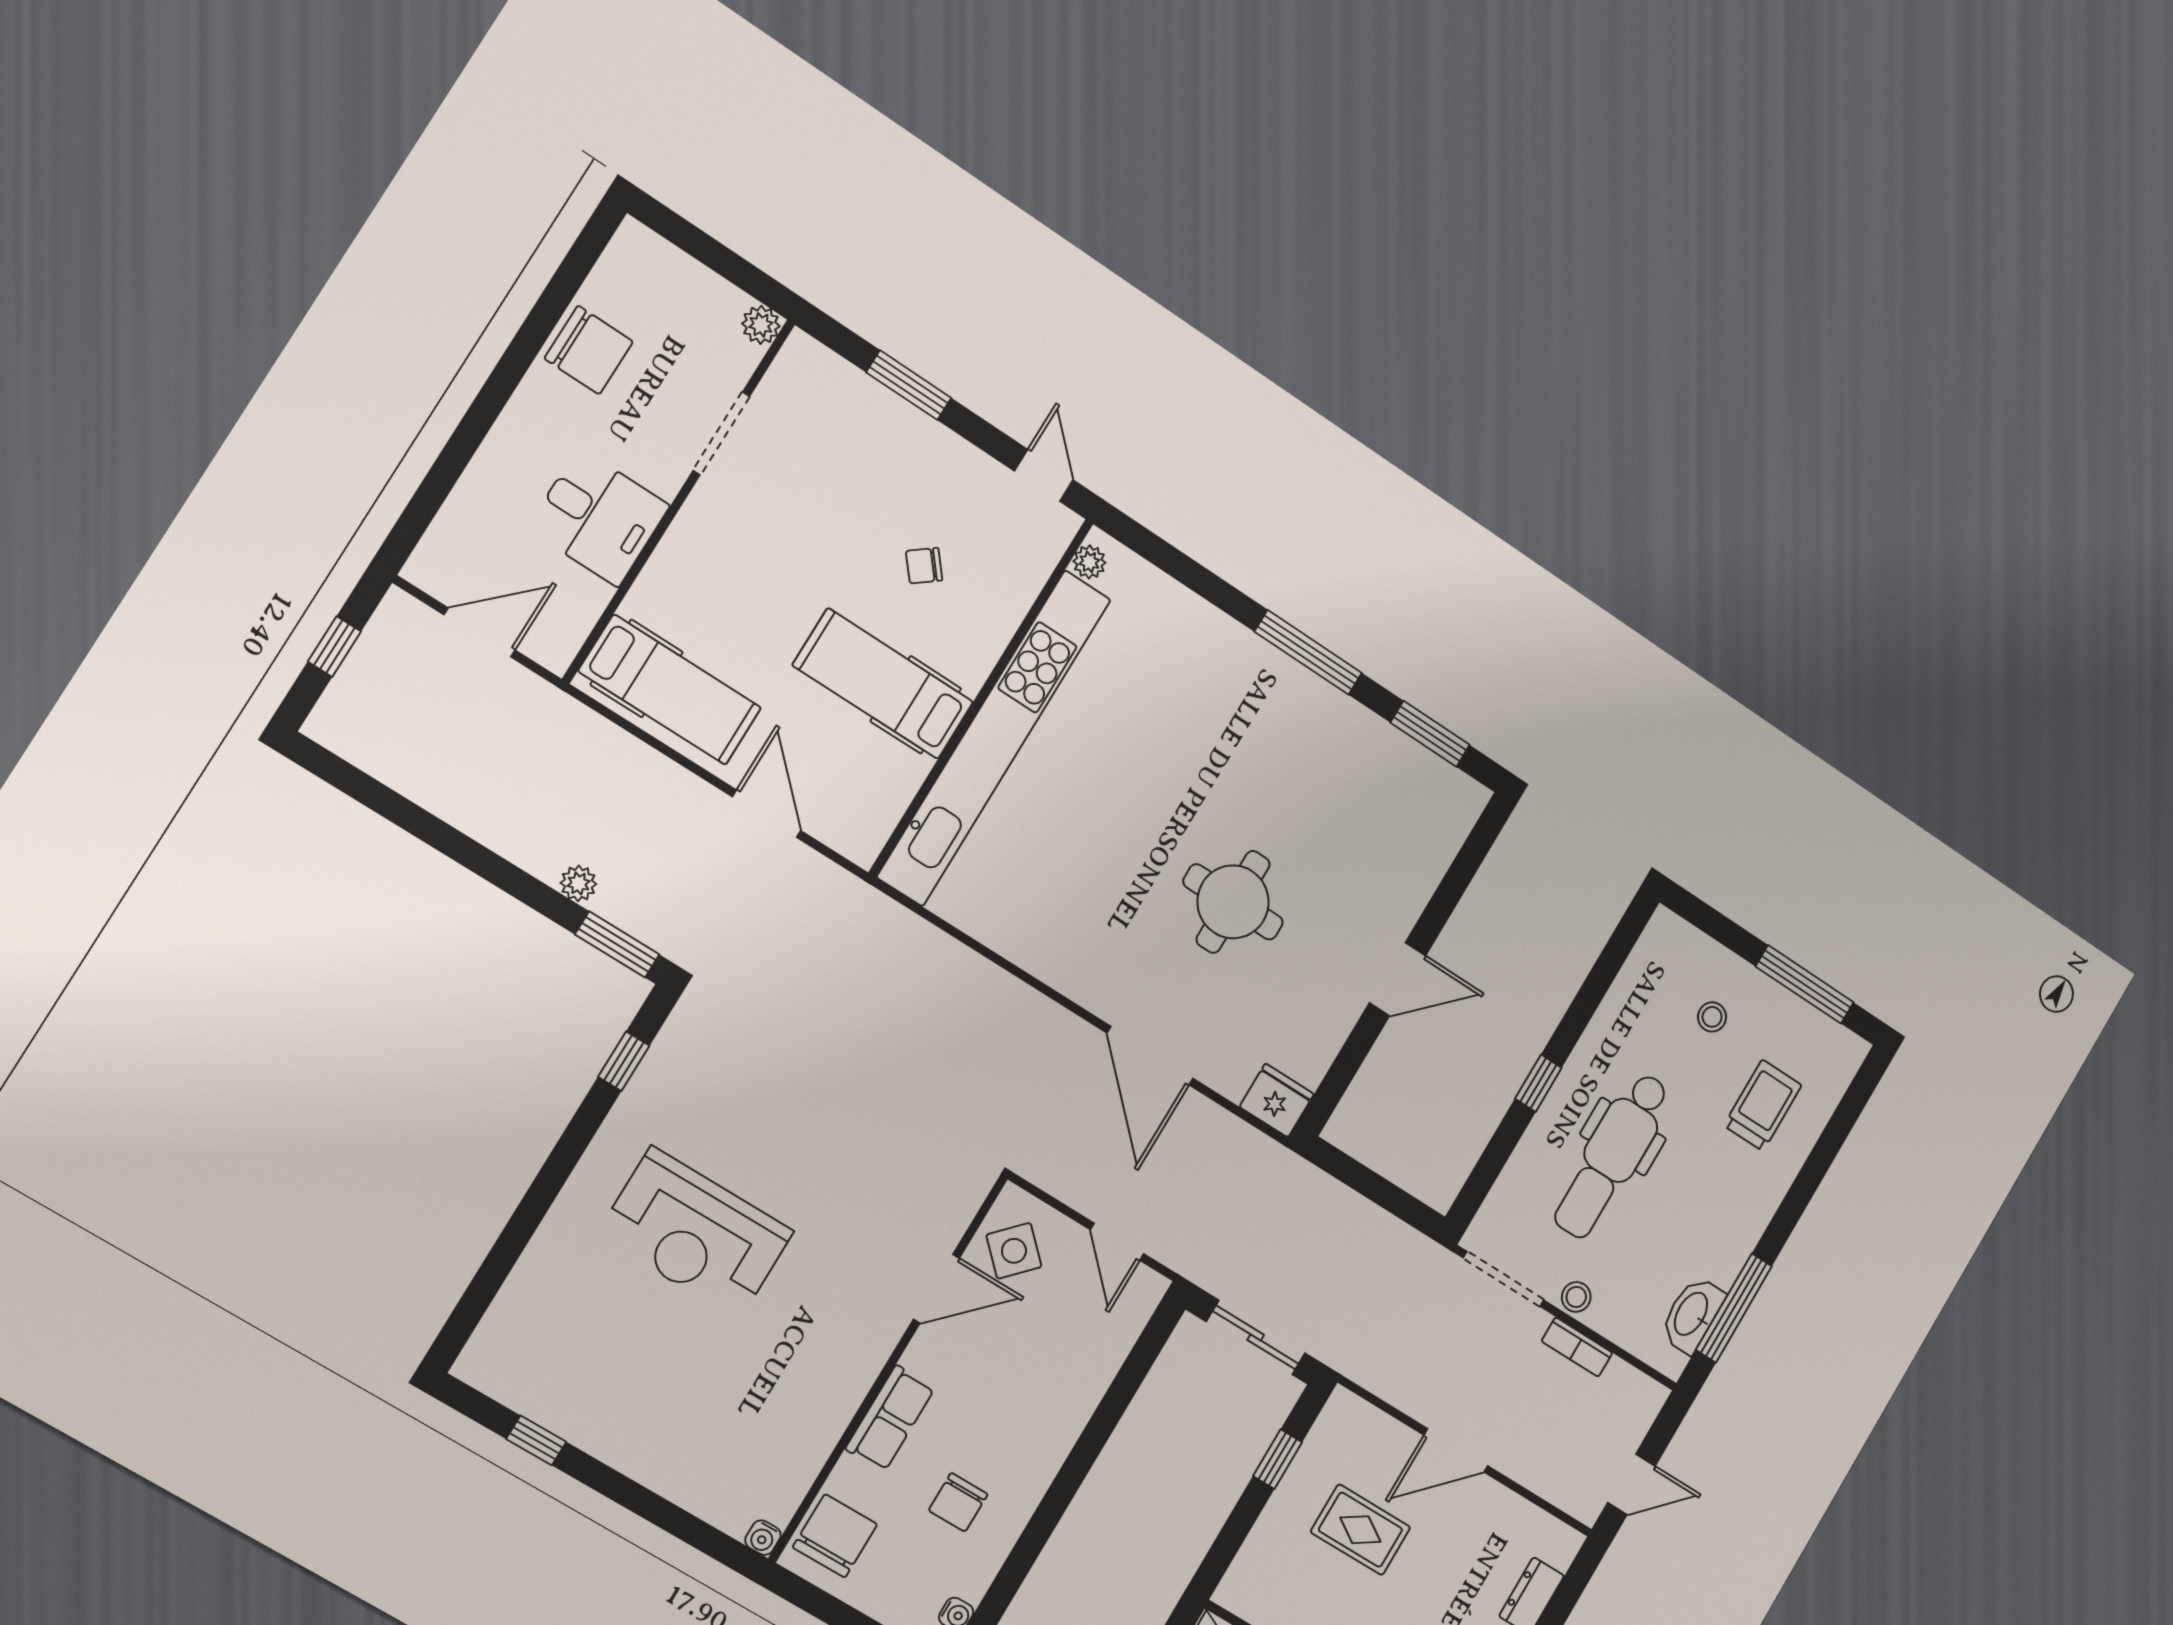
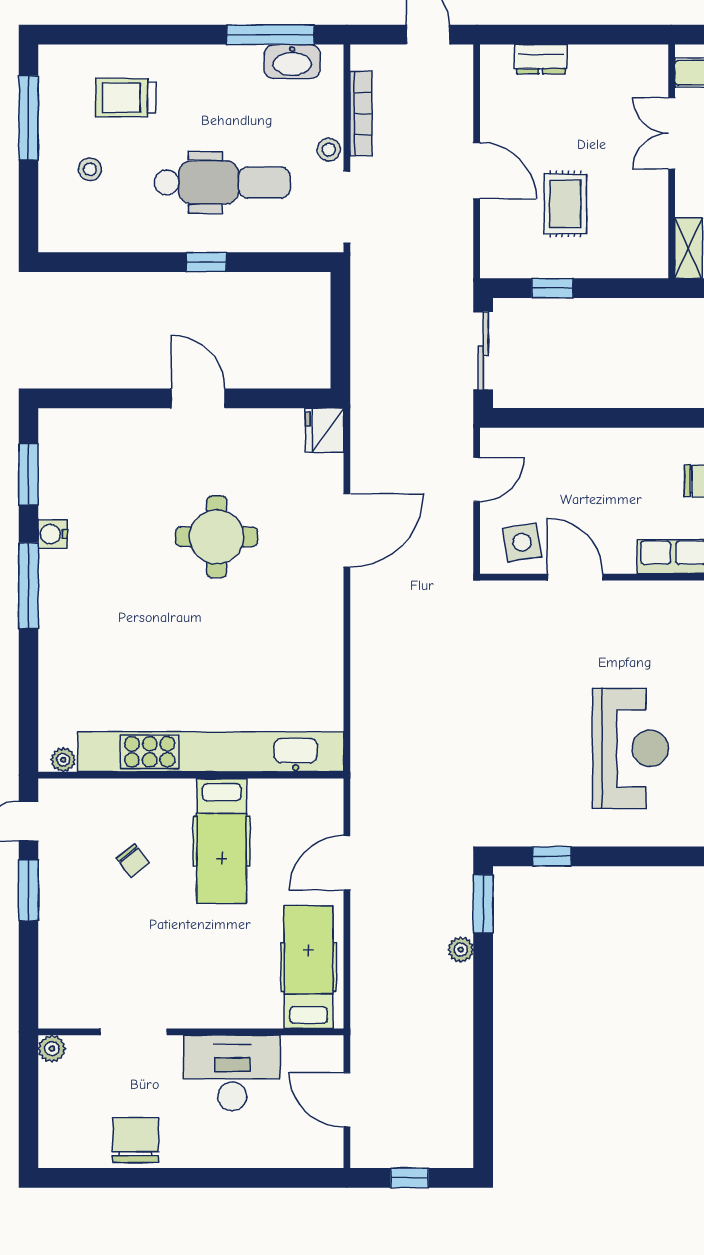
window: (909, 385) -> (28, 890), moved
desk: (599, 517) -> (232, 1073), width x1.37
water cooler: (1349, 718) -> (53, 534), added
side table: (1014, 1251) -> (522, 542), turned 37
bookcase: (1577, 1347) -> (361, 113), width x1.56

